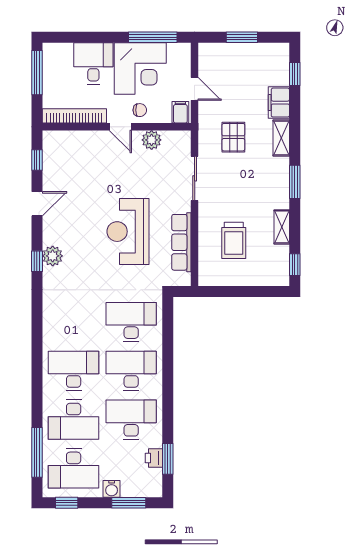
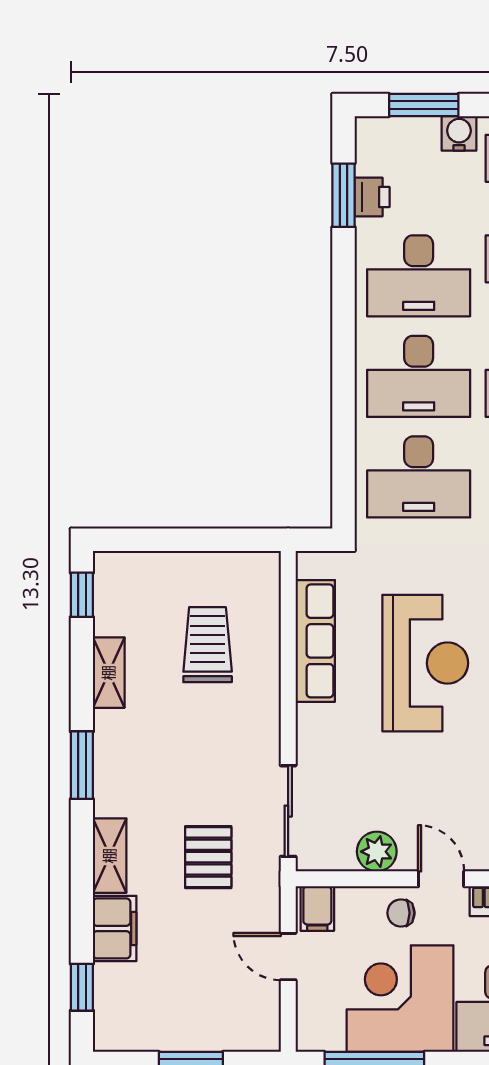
sliding door: (195, 178) -> (288, 811), moved

